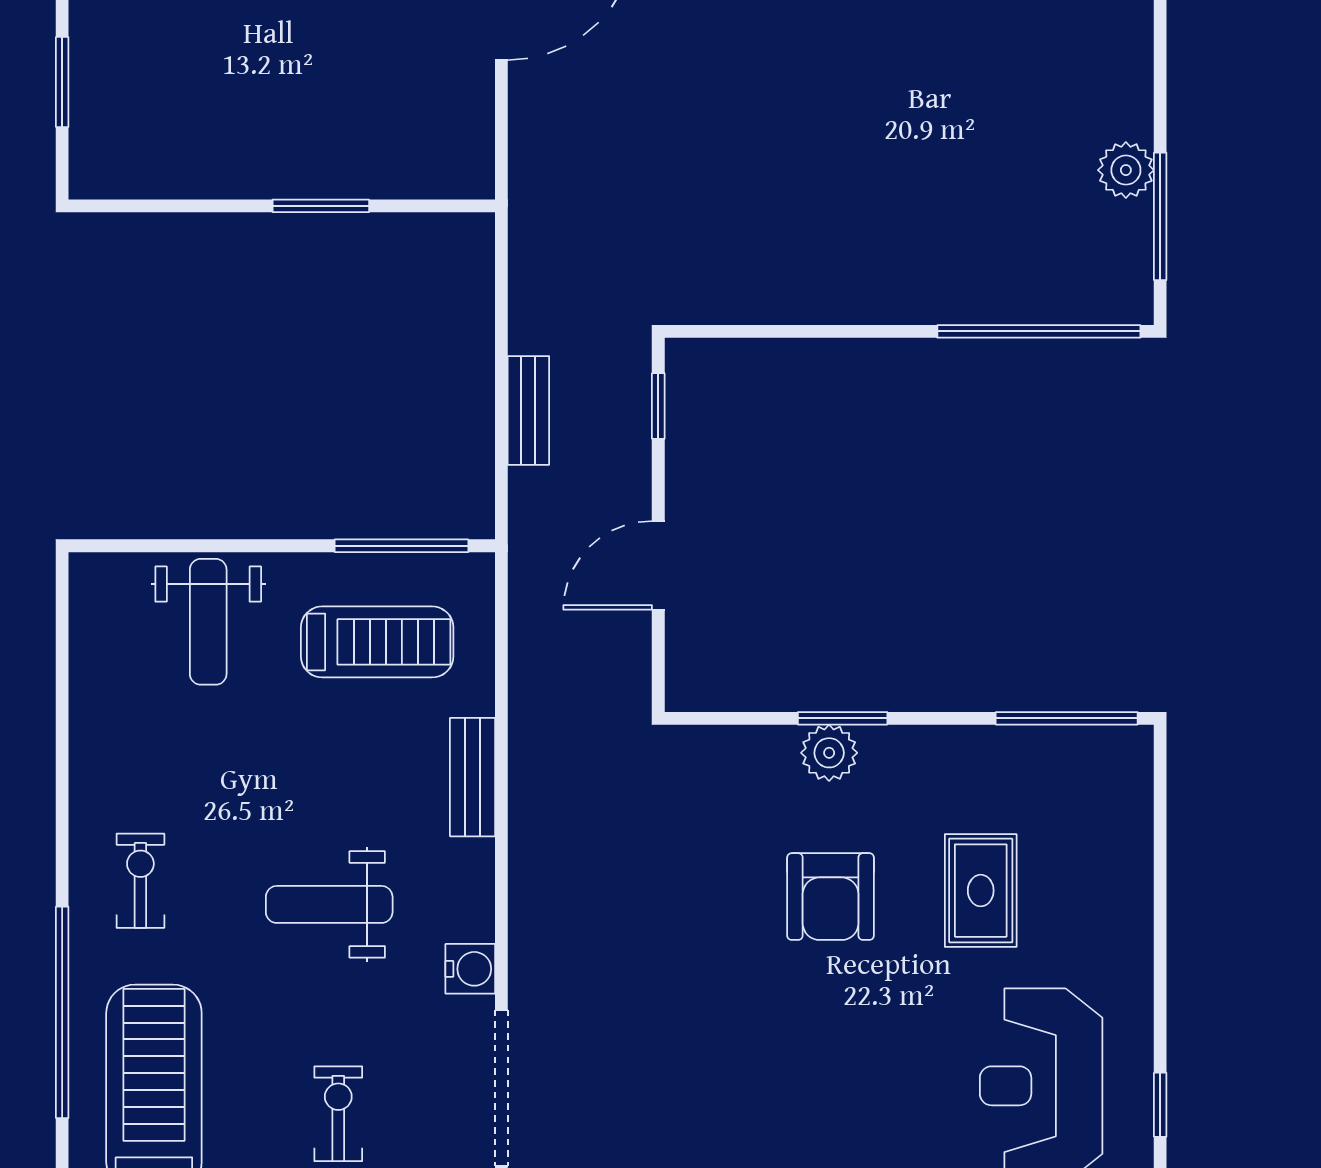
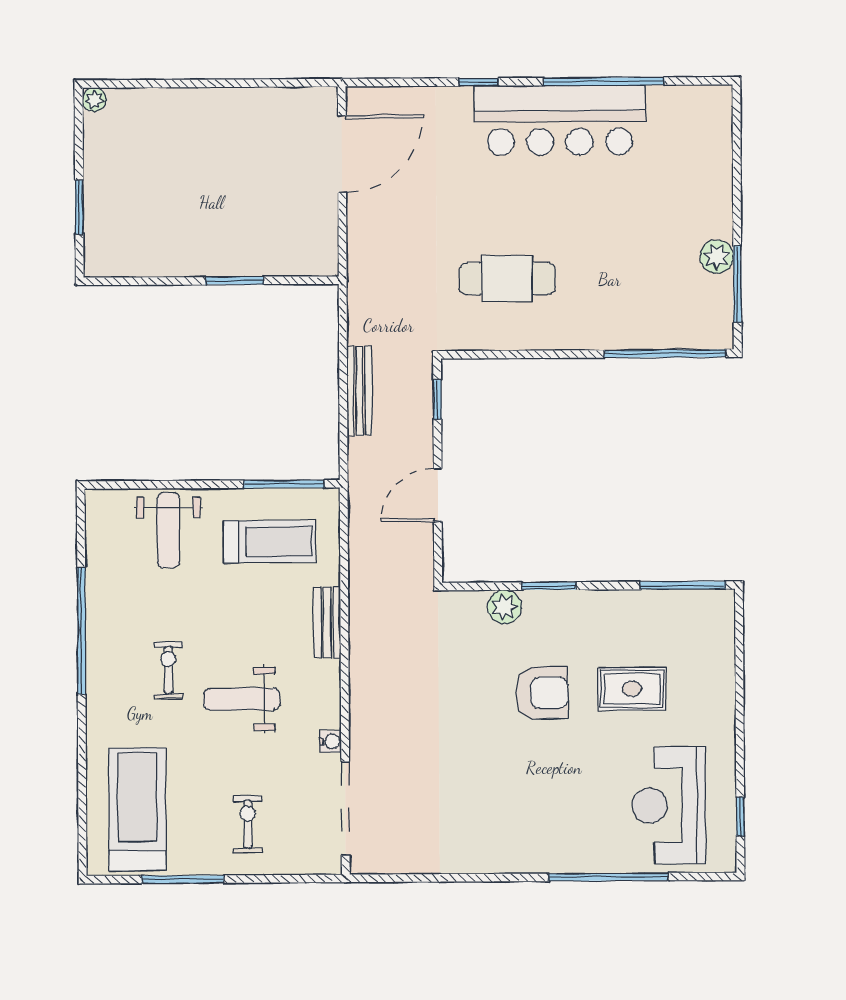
cafe table: (776, 205) -> (507, 278), added
bench: (528, 410) -> (359, 391), width x1.36
plant: (829, 753) -> (505, 607), moved
exercise bike: (140, 881) -> (168, 670), moved
rug: (981, 891) -> (632, 689), turned 90
armchair: (831, 897) -> (542, 693), turned -90
water cooler: (470, 969) -> (331, 741), width x0.72, depth x0.72
window: (62, 1012) -> (81, 631), moved

